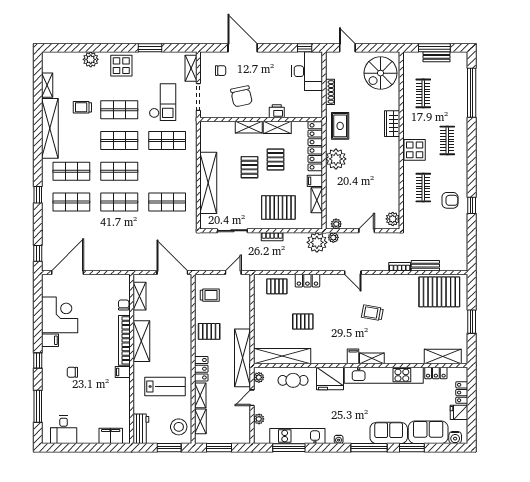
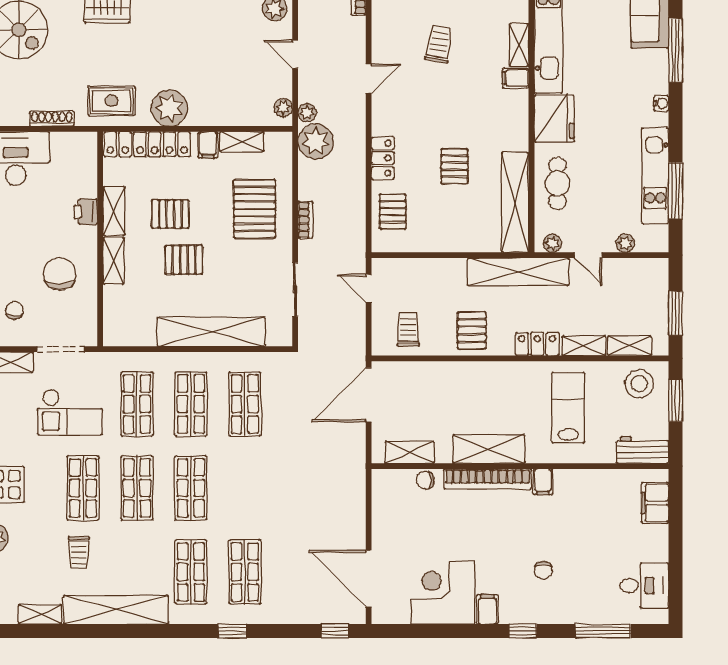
chair: (241, 96) -> (60, 274), turned -78
checkout: (163, 102) -> (70, 412), turned 180
shop shelf: (119, 202) -> (191, 404), moved
trolley: (372, 313) -> (439, 44), turned 180

